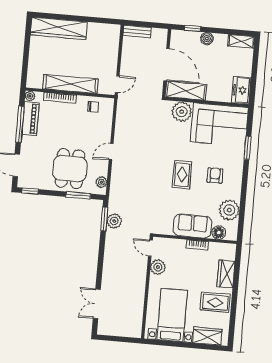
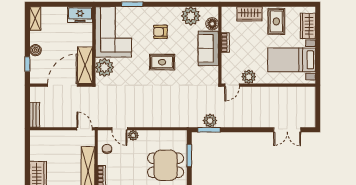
door: (111, 152) -> (119, 129), moved
plant: (101, 182) -> (133, 135), moved

